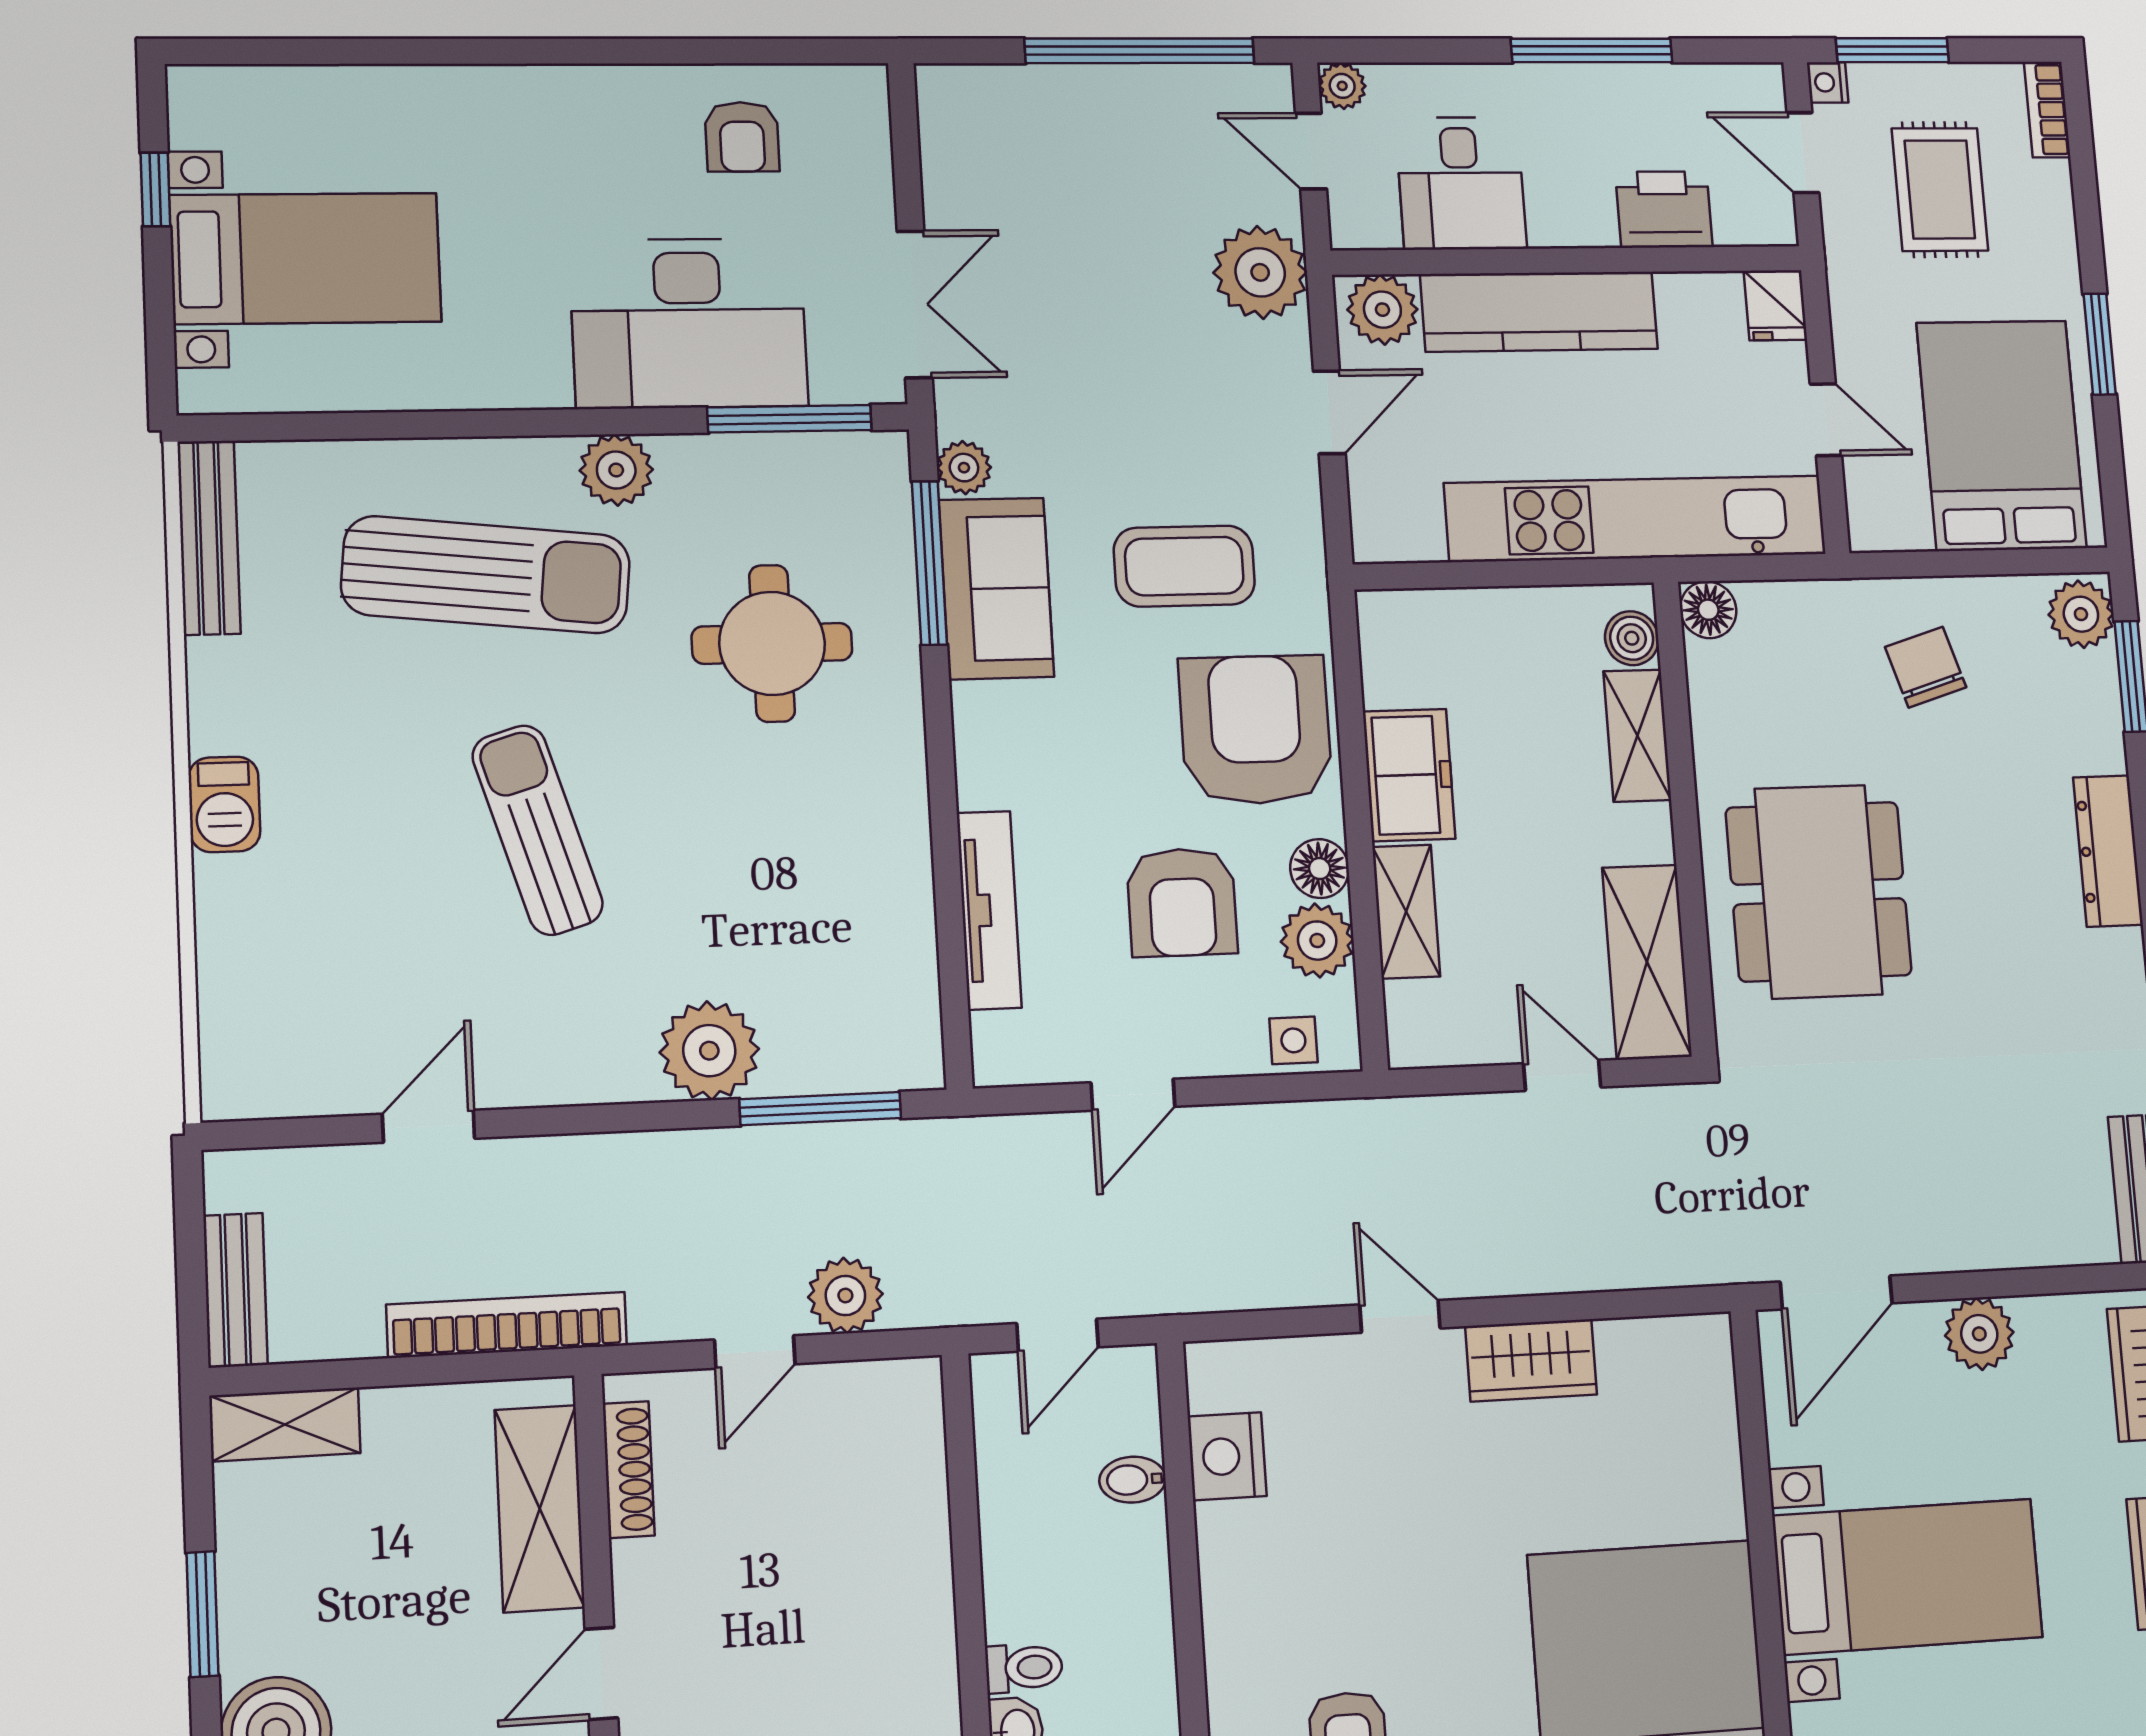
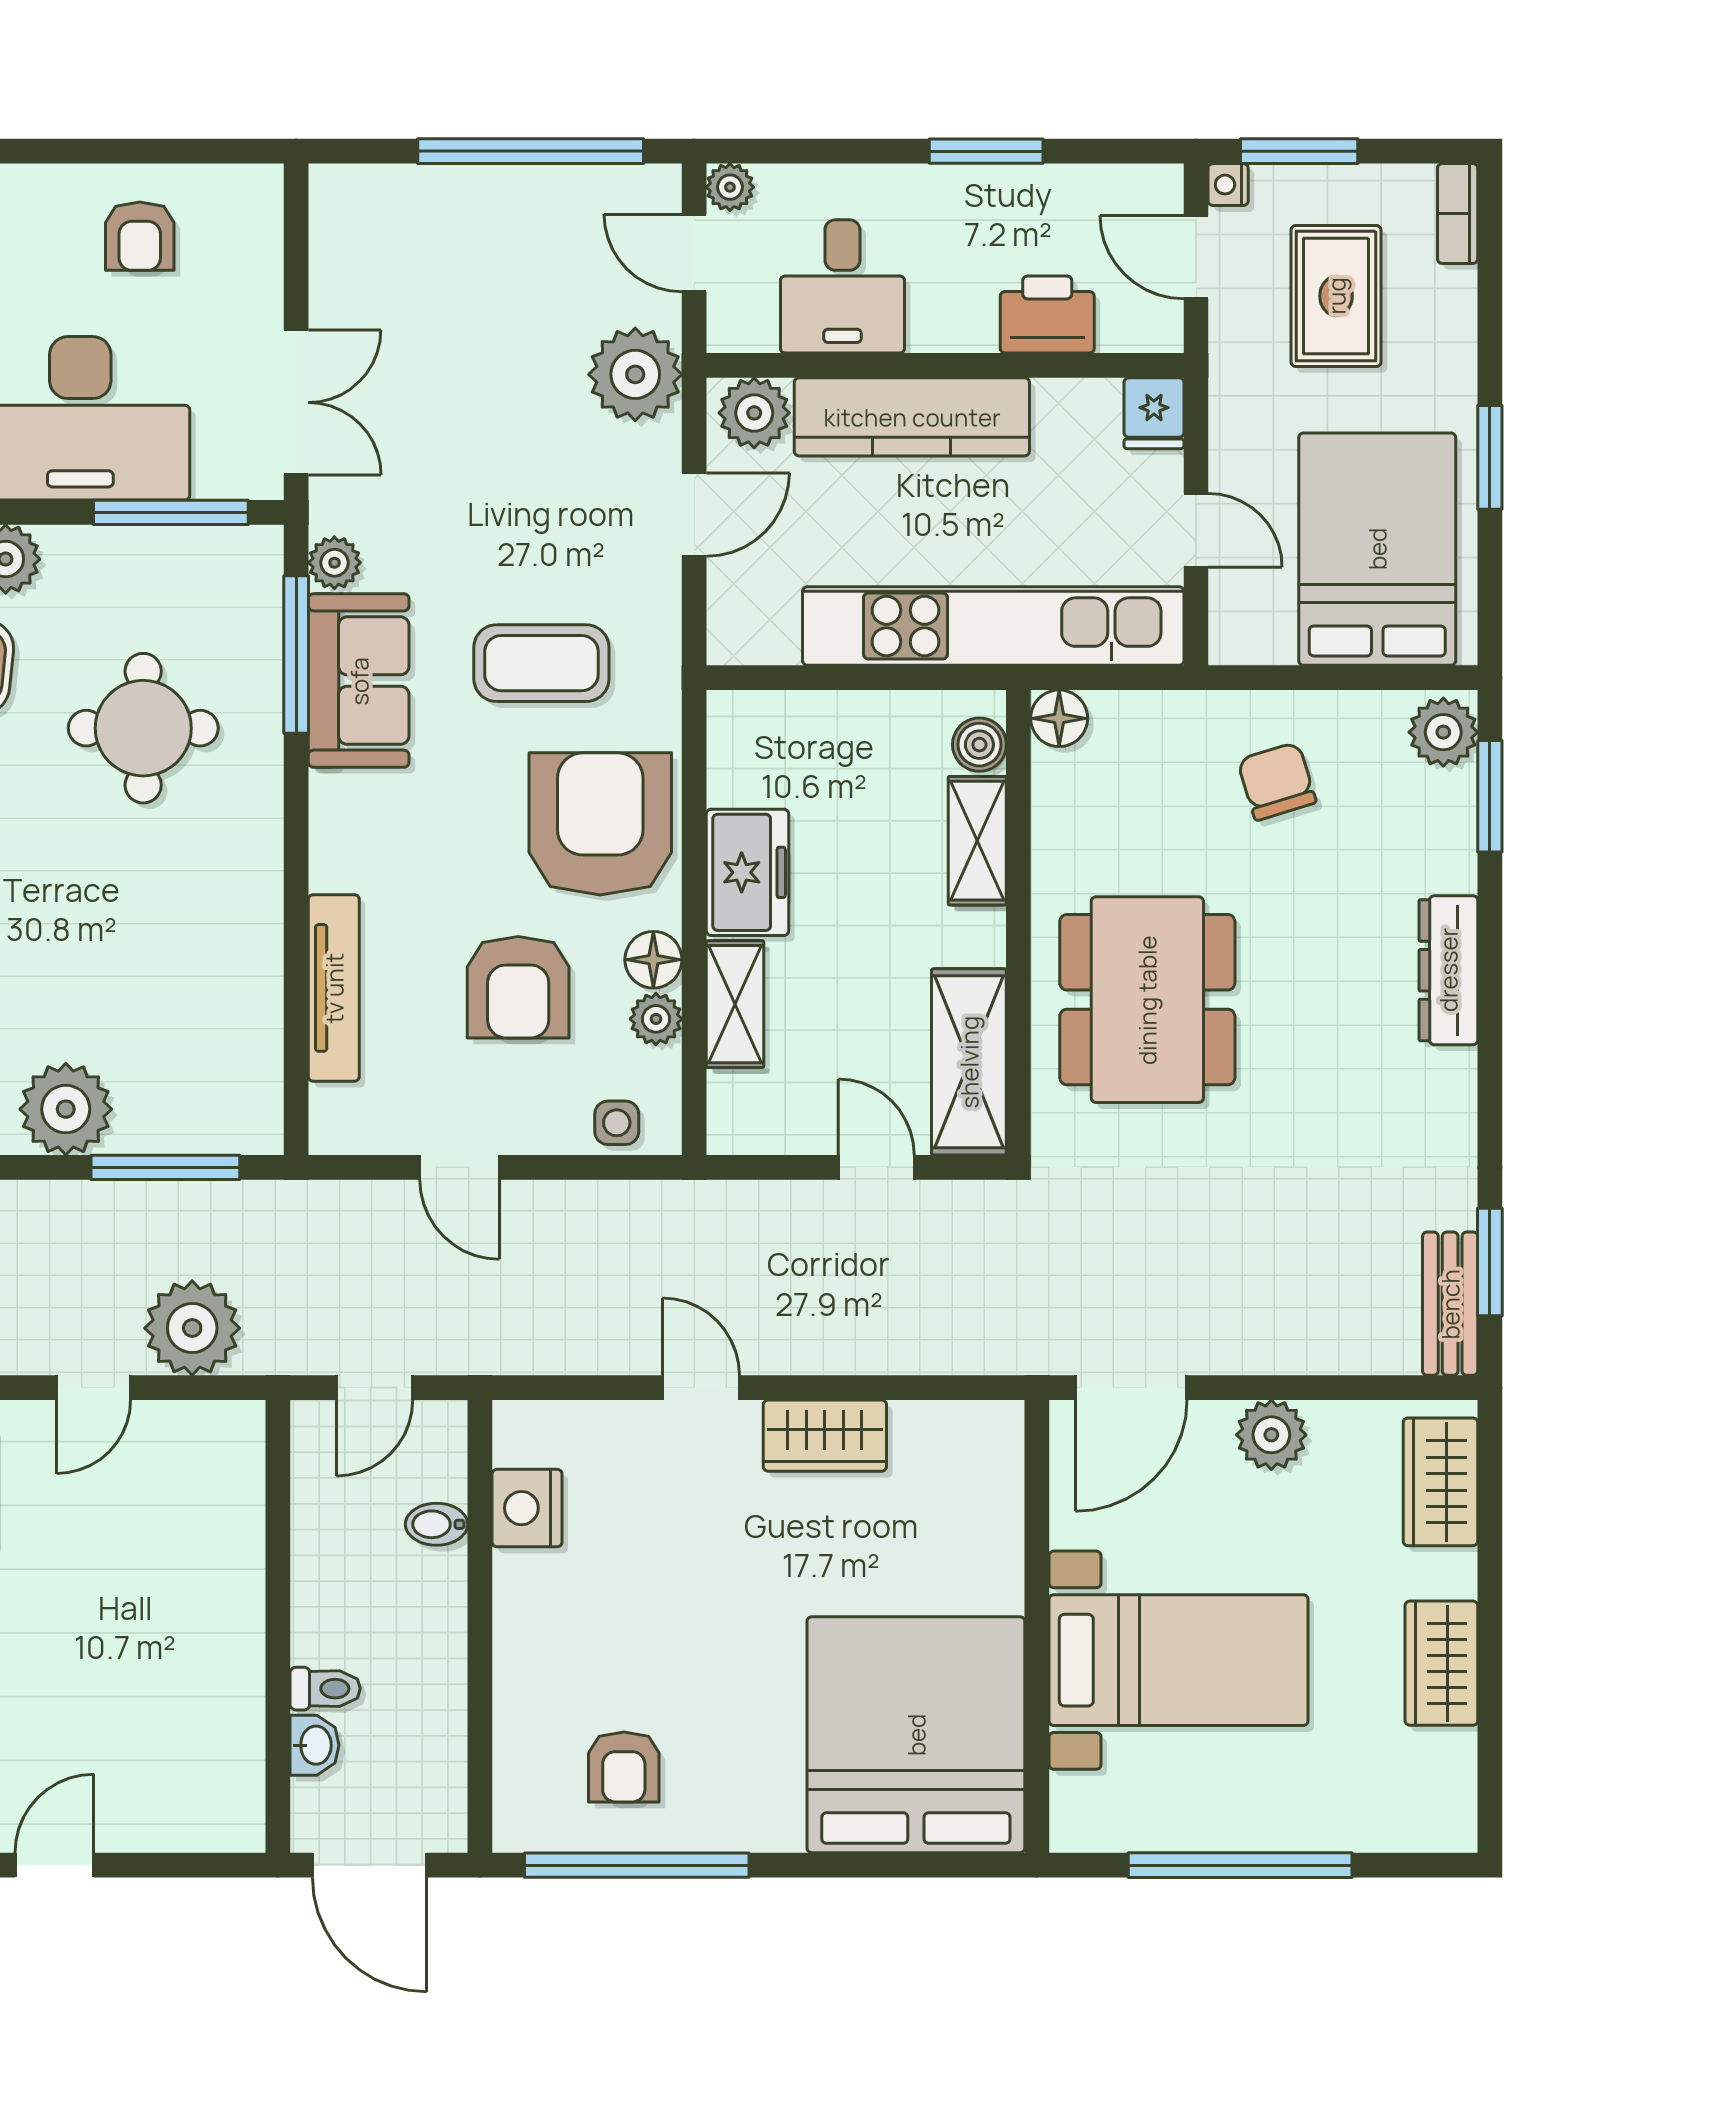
window: (1592, 50) -> (986, 151), width x0.69
plant: (1317, 941) -> (656, 1019), width x0.73, depth x0.73
door: (1133, 1095) -> (460, 1167), hinge flipped
plant: (845, 1295) -> (192, 1328), width x1.36, depth x1.36

